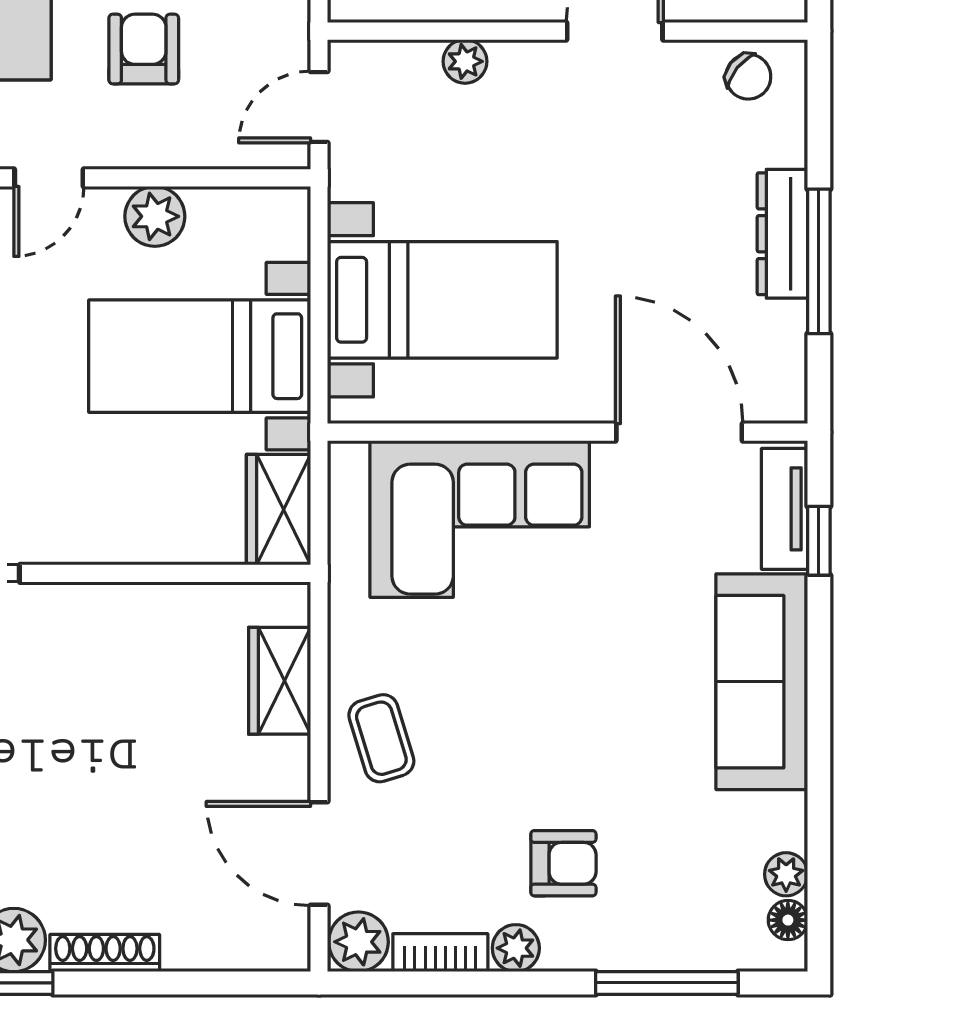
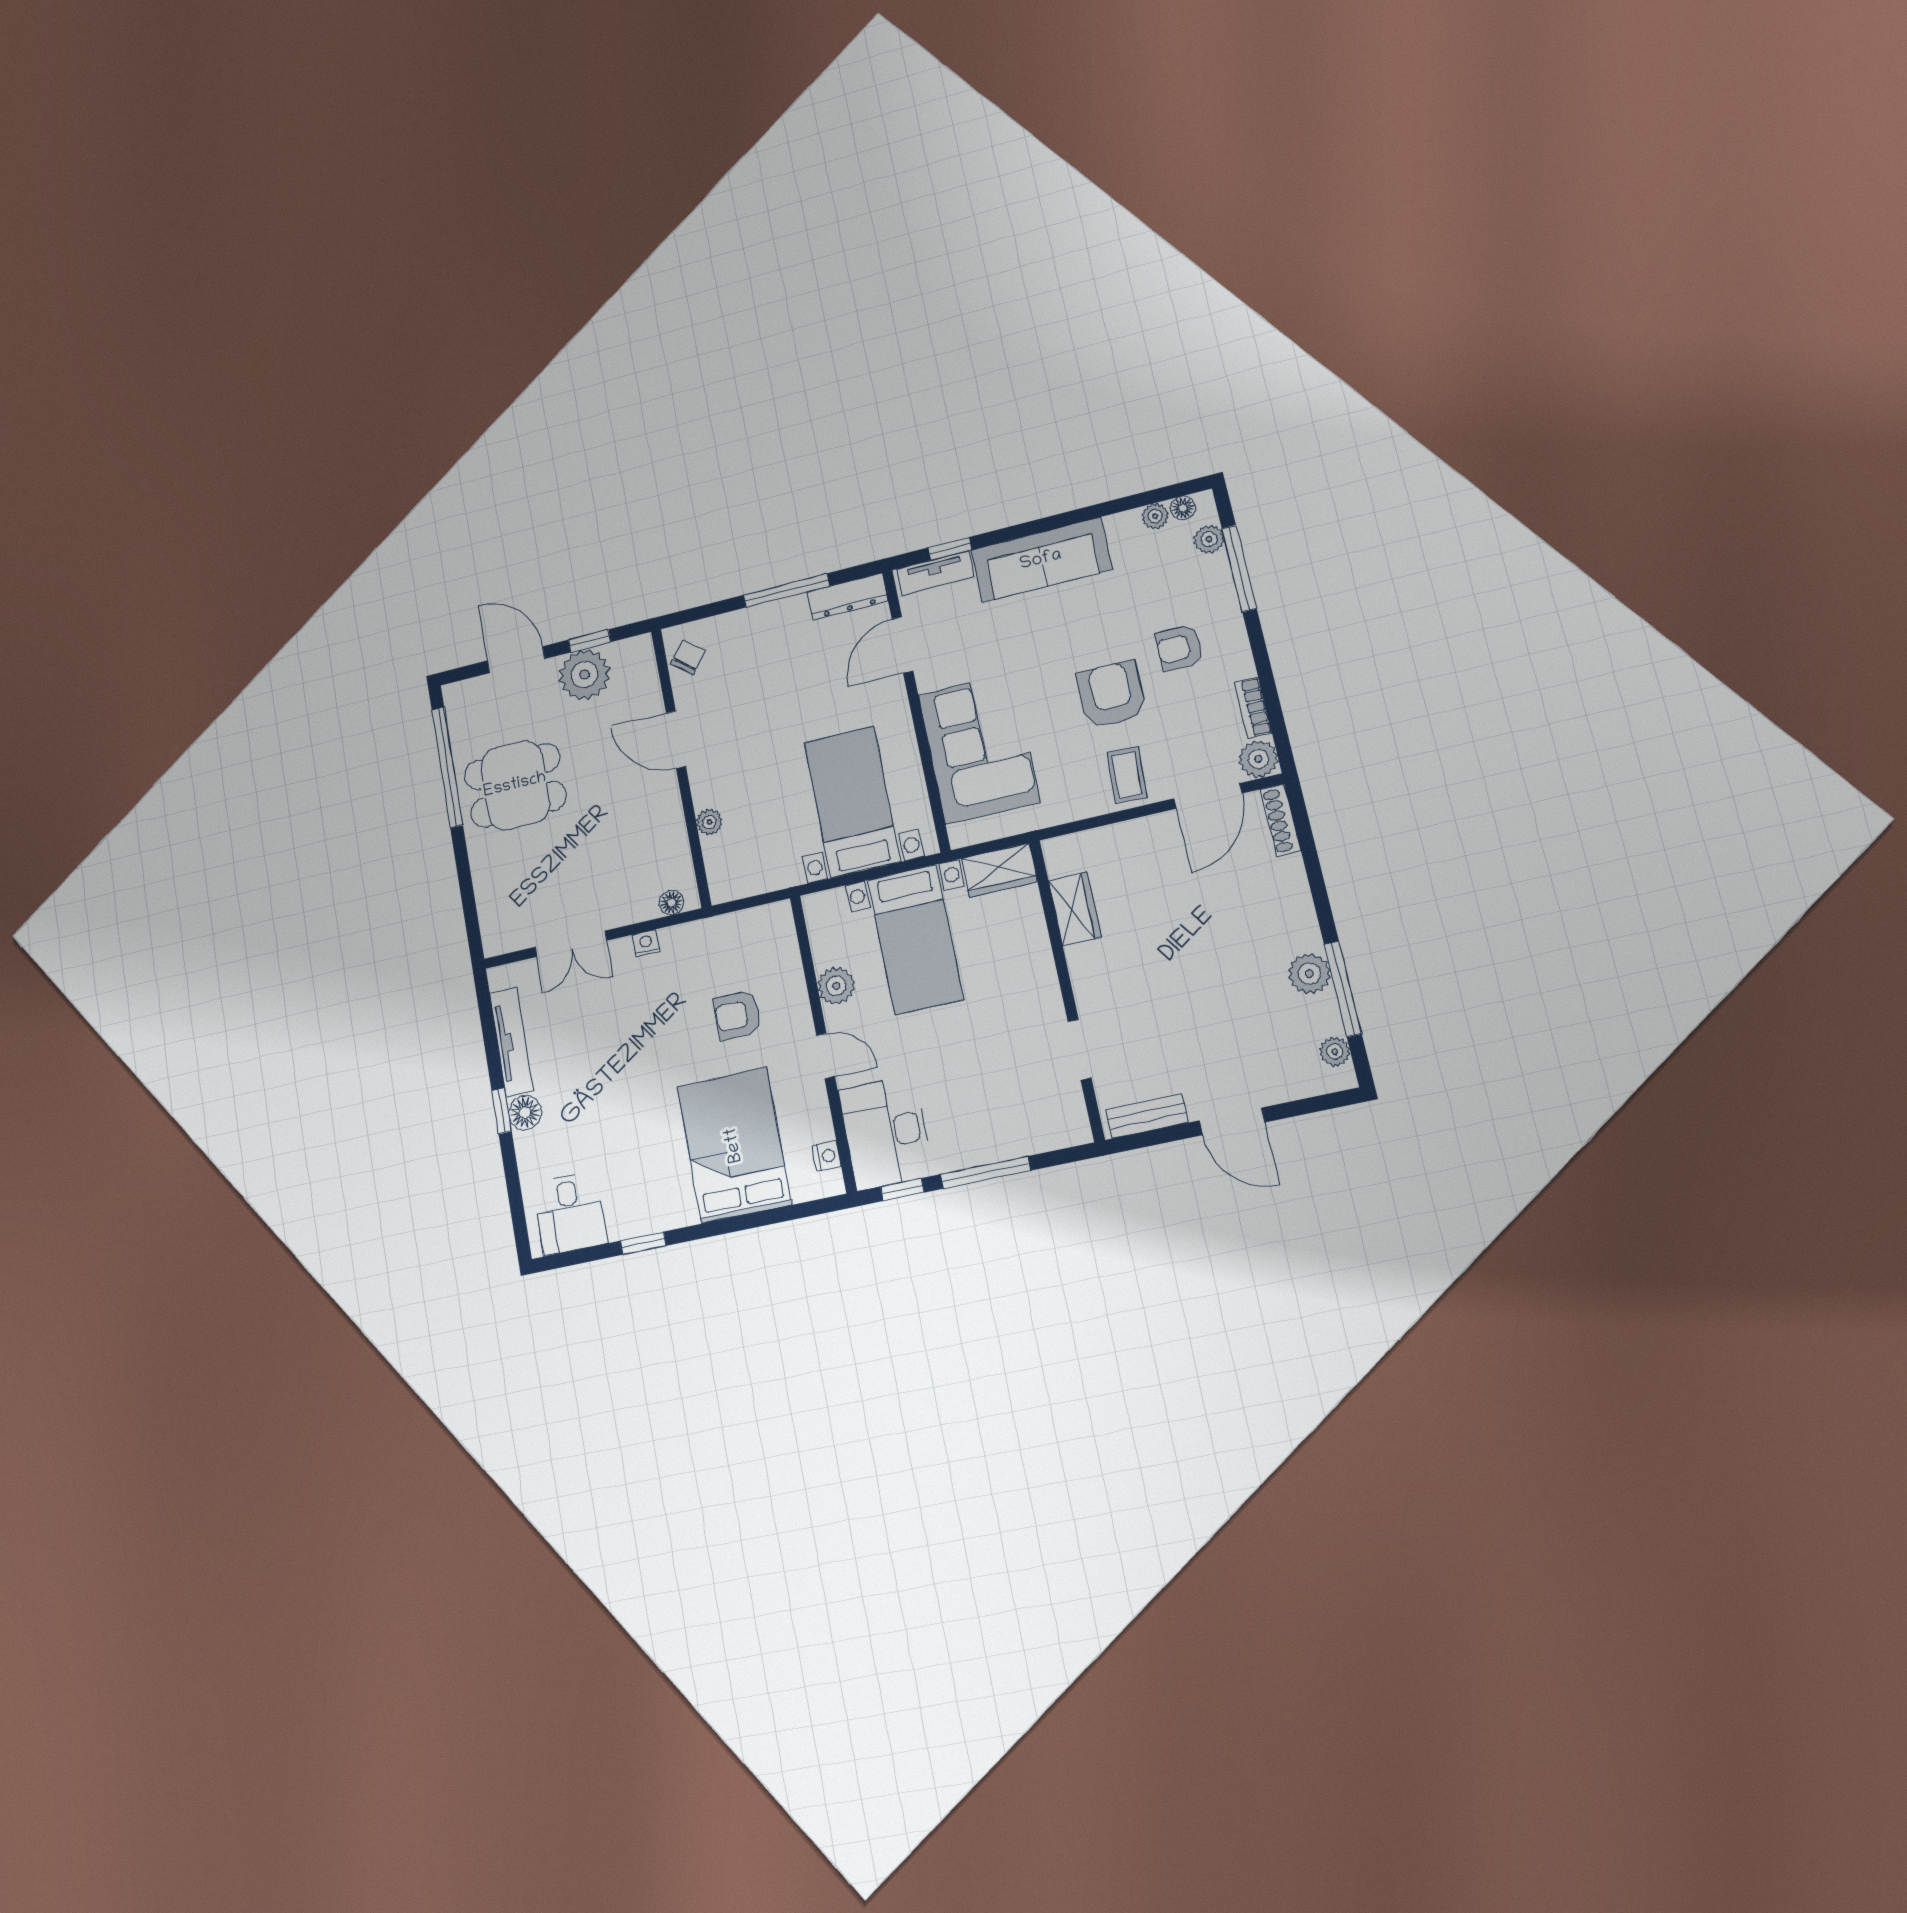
door: (319, 107) -> (752, 902), removed
dresser: (782, 234) -> (848, 597), moved
door: (679, 432) -> (903, 645), width x0.73
wardrobe: (280, 681) -> (1075, 909), moved, turned -90
coffee table: (381, 738) -> (1127, 775), turned -70
armchair: (515, 743) -> (1111, 695), added
armchair: (563, 863) -> (1179, 648), turned -90
plant: (516, 948) -> (1209, 539), moved
shoe rack: (105, 953) -> (1281, 820), moved

